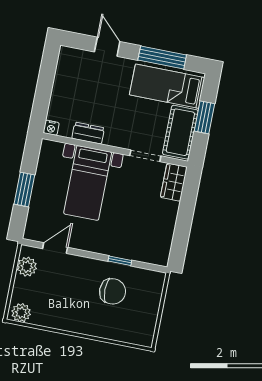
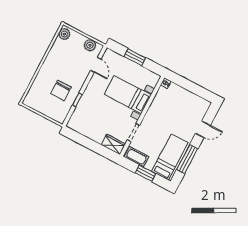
cot: (180, 132) -> (136, 157), width x0.73, depth x0.75
dresser: (88, 133) -> (156, 103), removed

